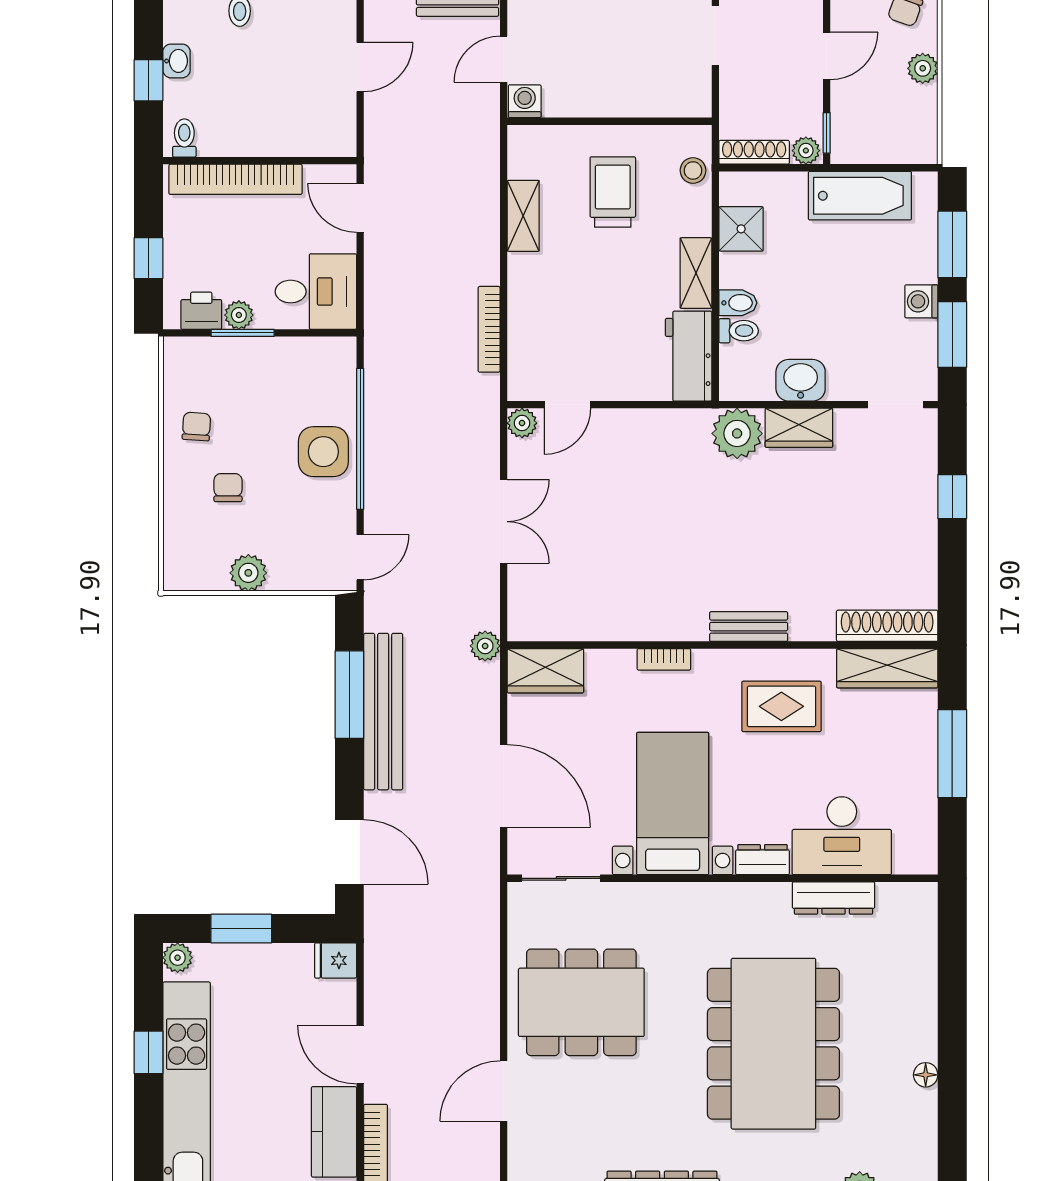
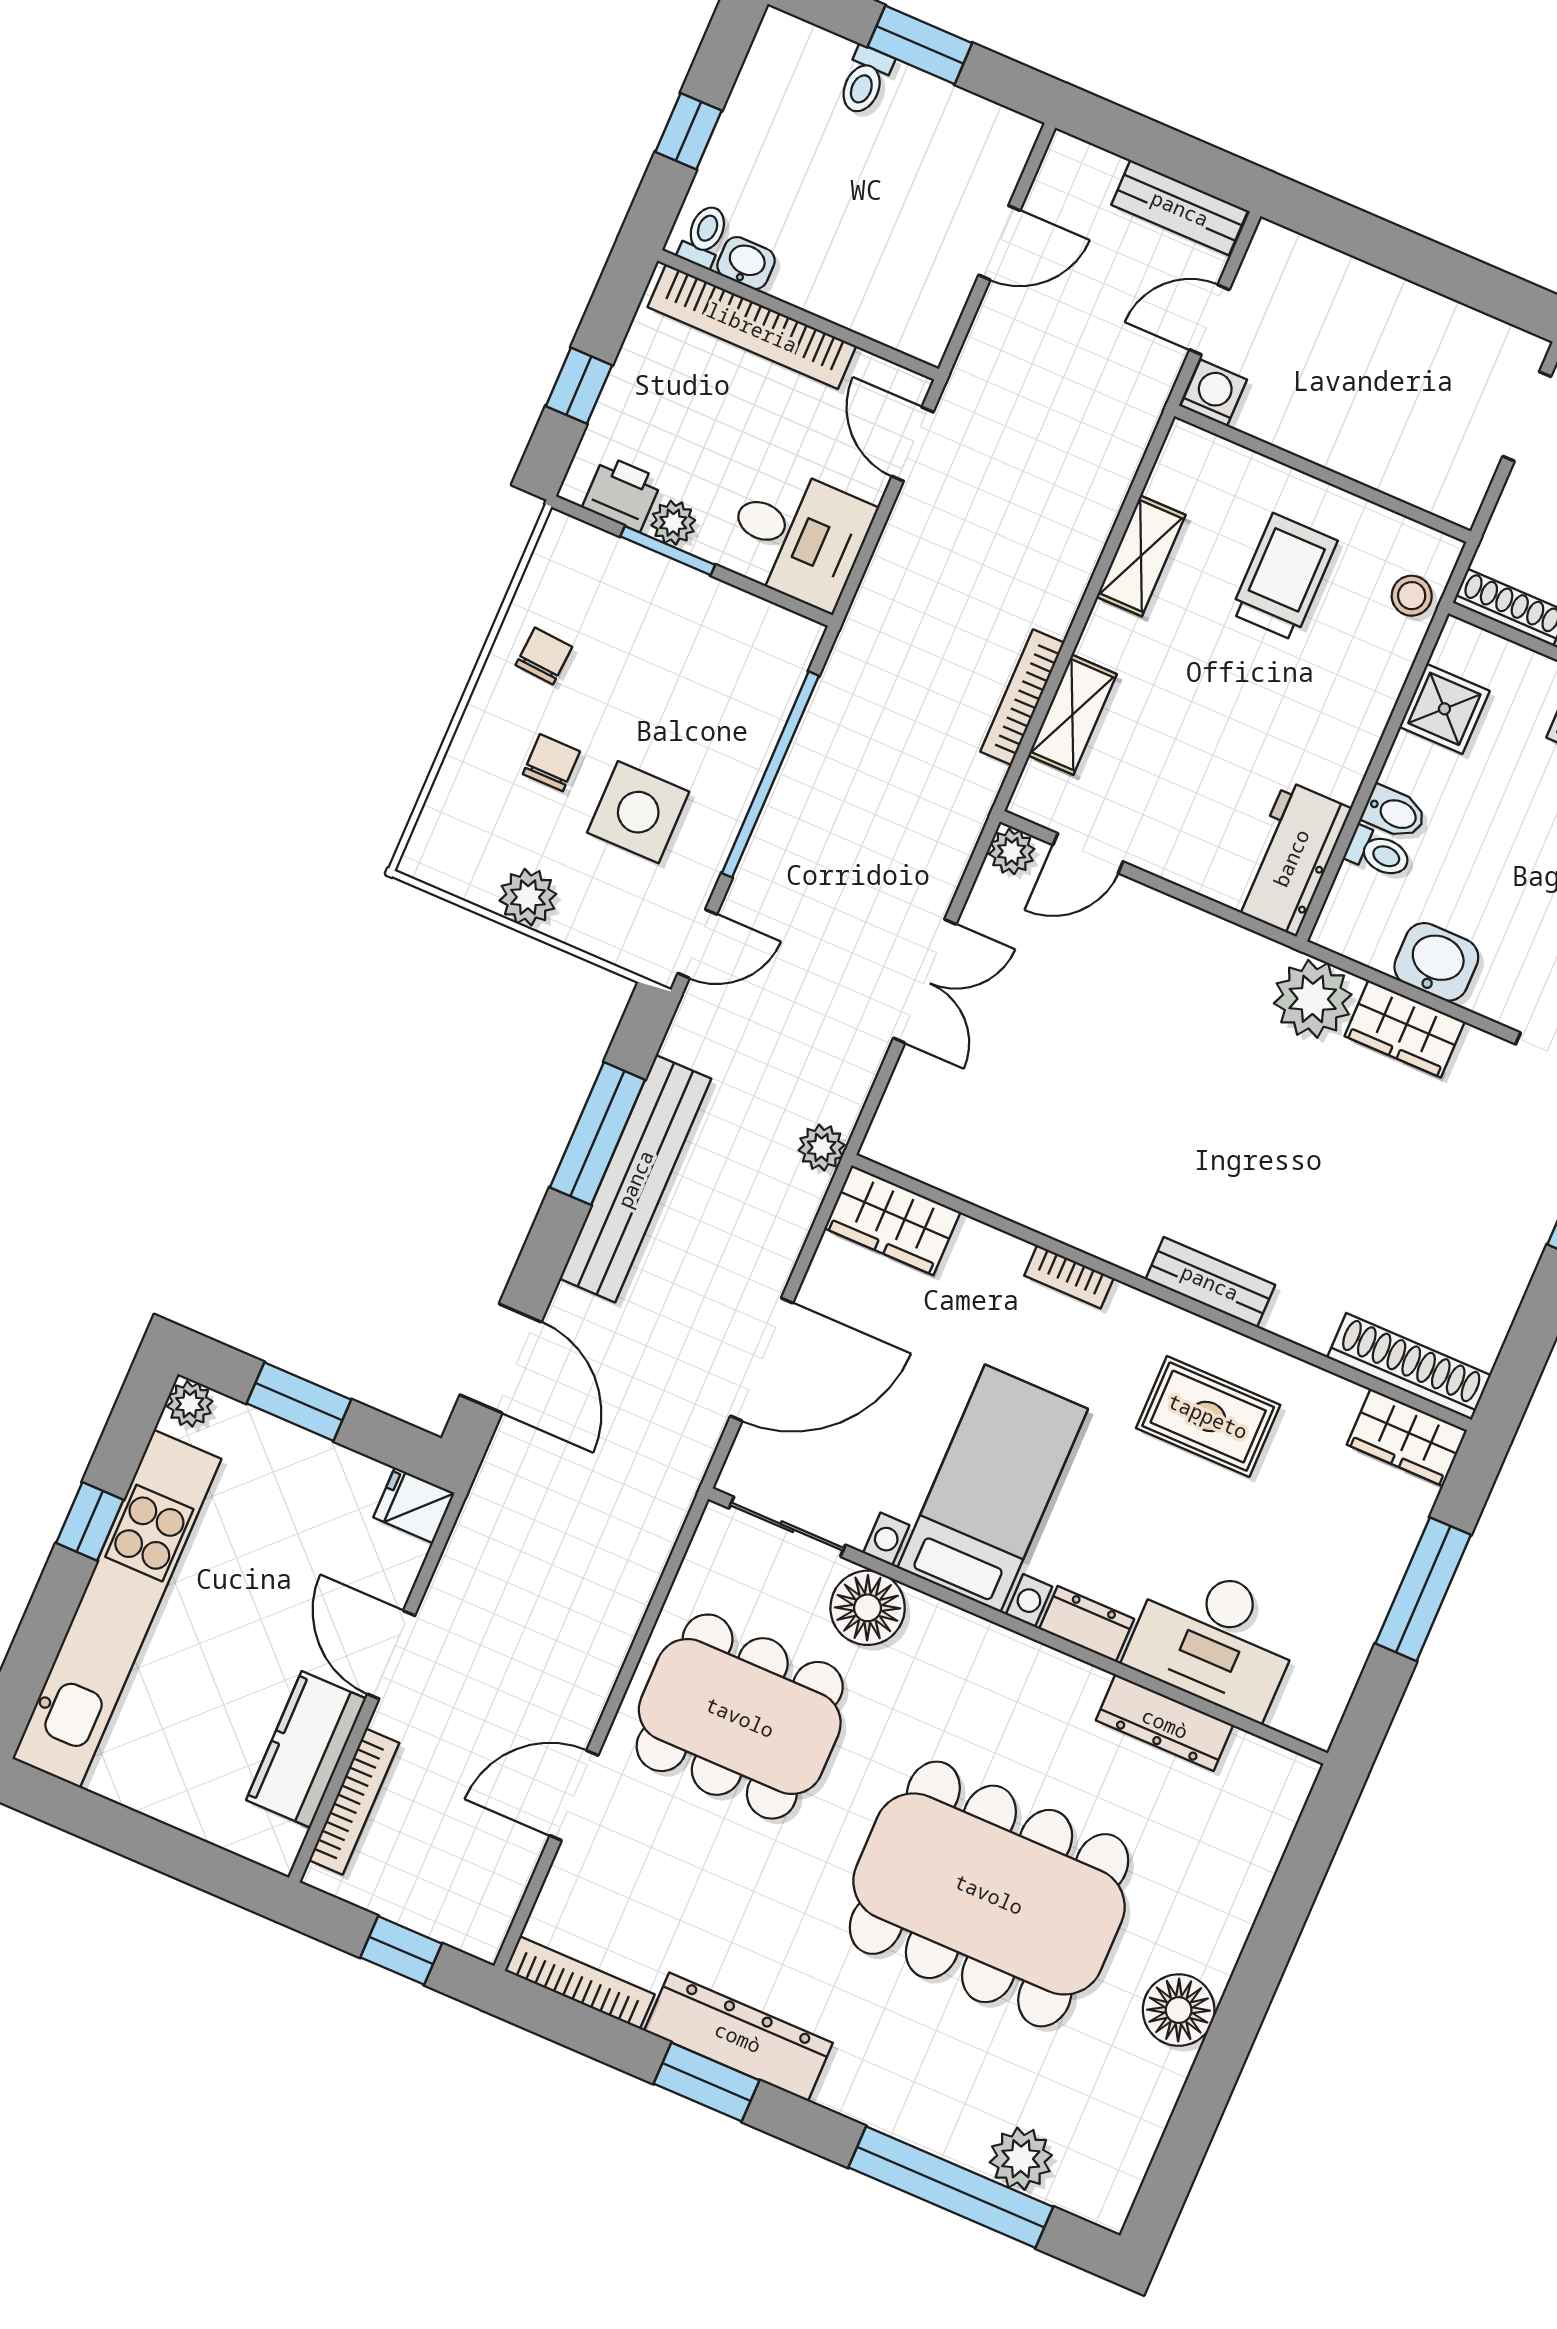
washbasin: (176, 61) -> (746, 263), moved, turned -90
shelving: (696, 273) -> (1072, 715), moved
side table: (323, 452) -> (638, 812), moved
wardrobe: (887, 668) -> (1407, 1437), width x0.67
door: (504, 786) -> (762, 1360), hinge flipped
floor lamp: (629, 906) -> (868, 1608), added
dining table: (773, 1044) -> (989, 1894), turned 90
floor lamp: (926, 1075) -> (1179, 2010), width x1.89, depth x1.89

